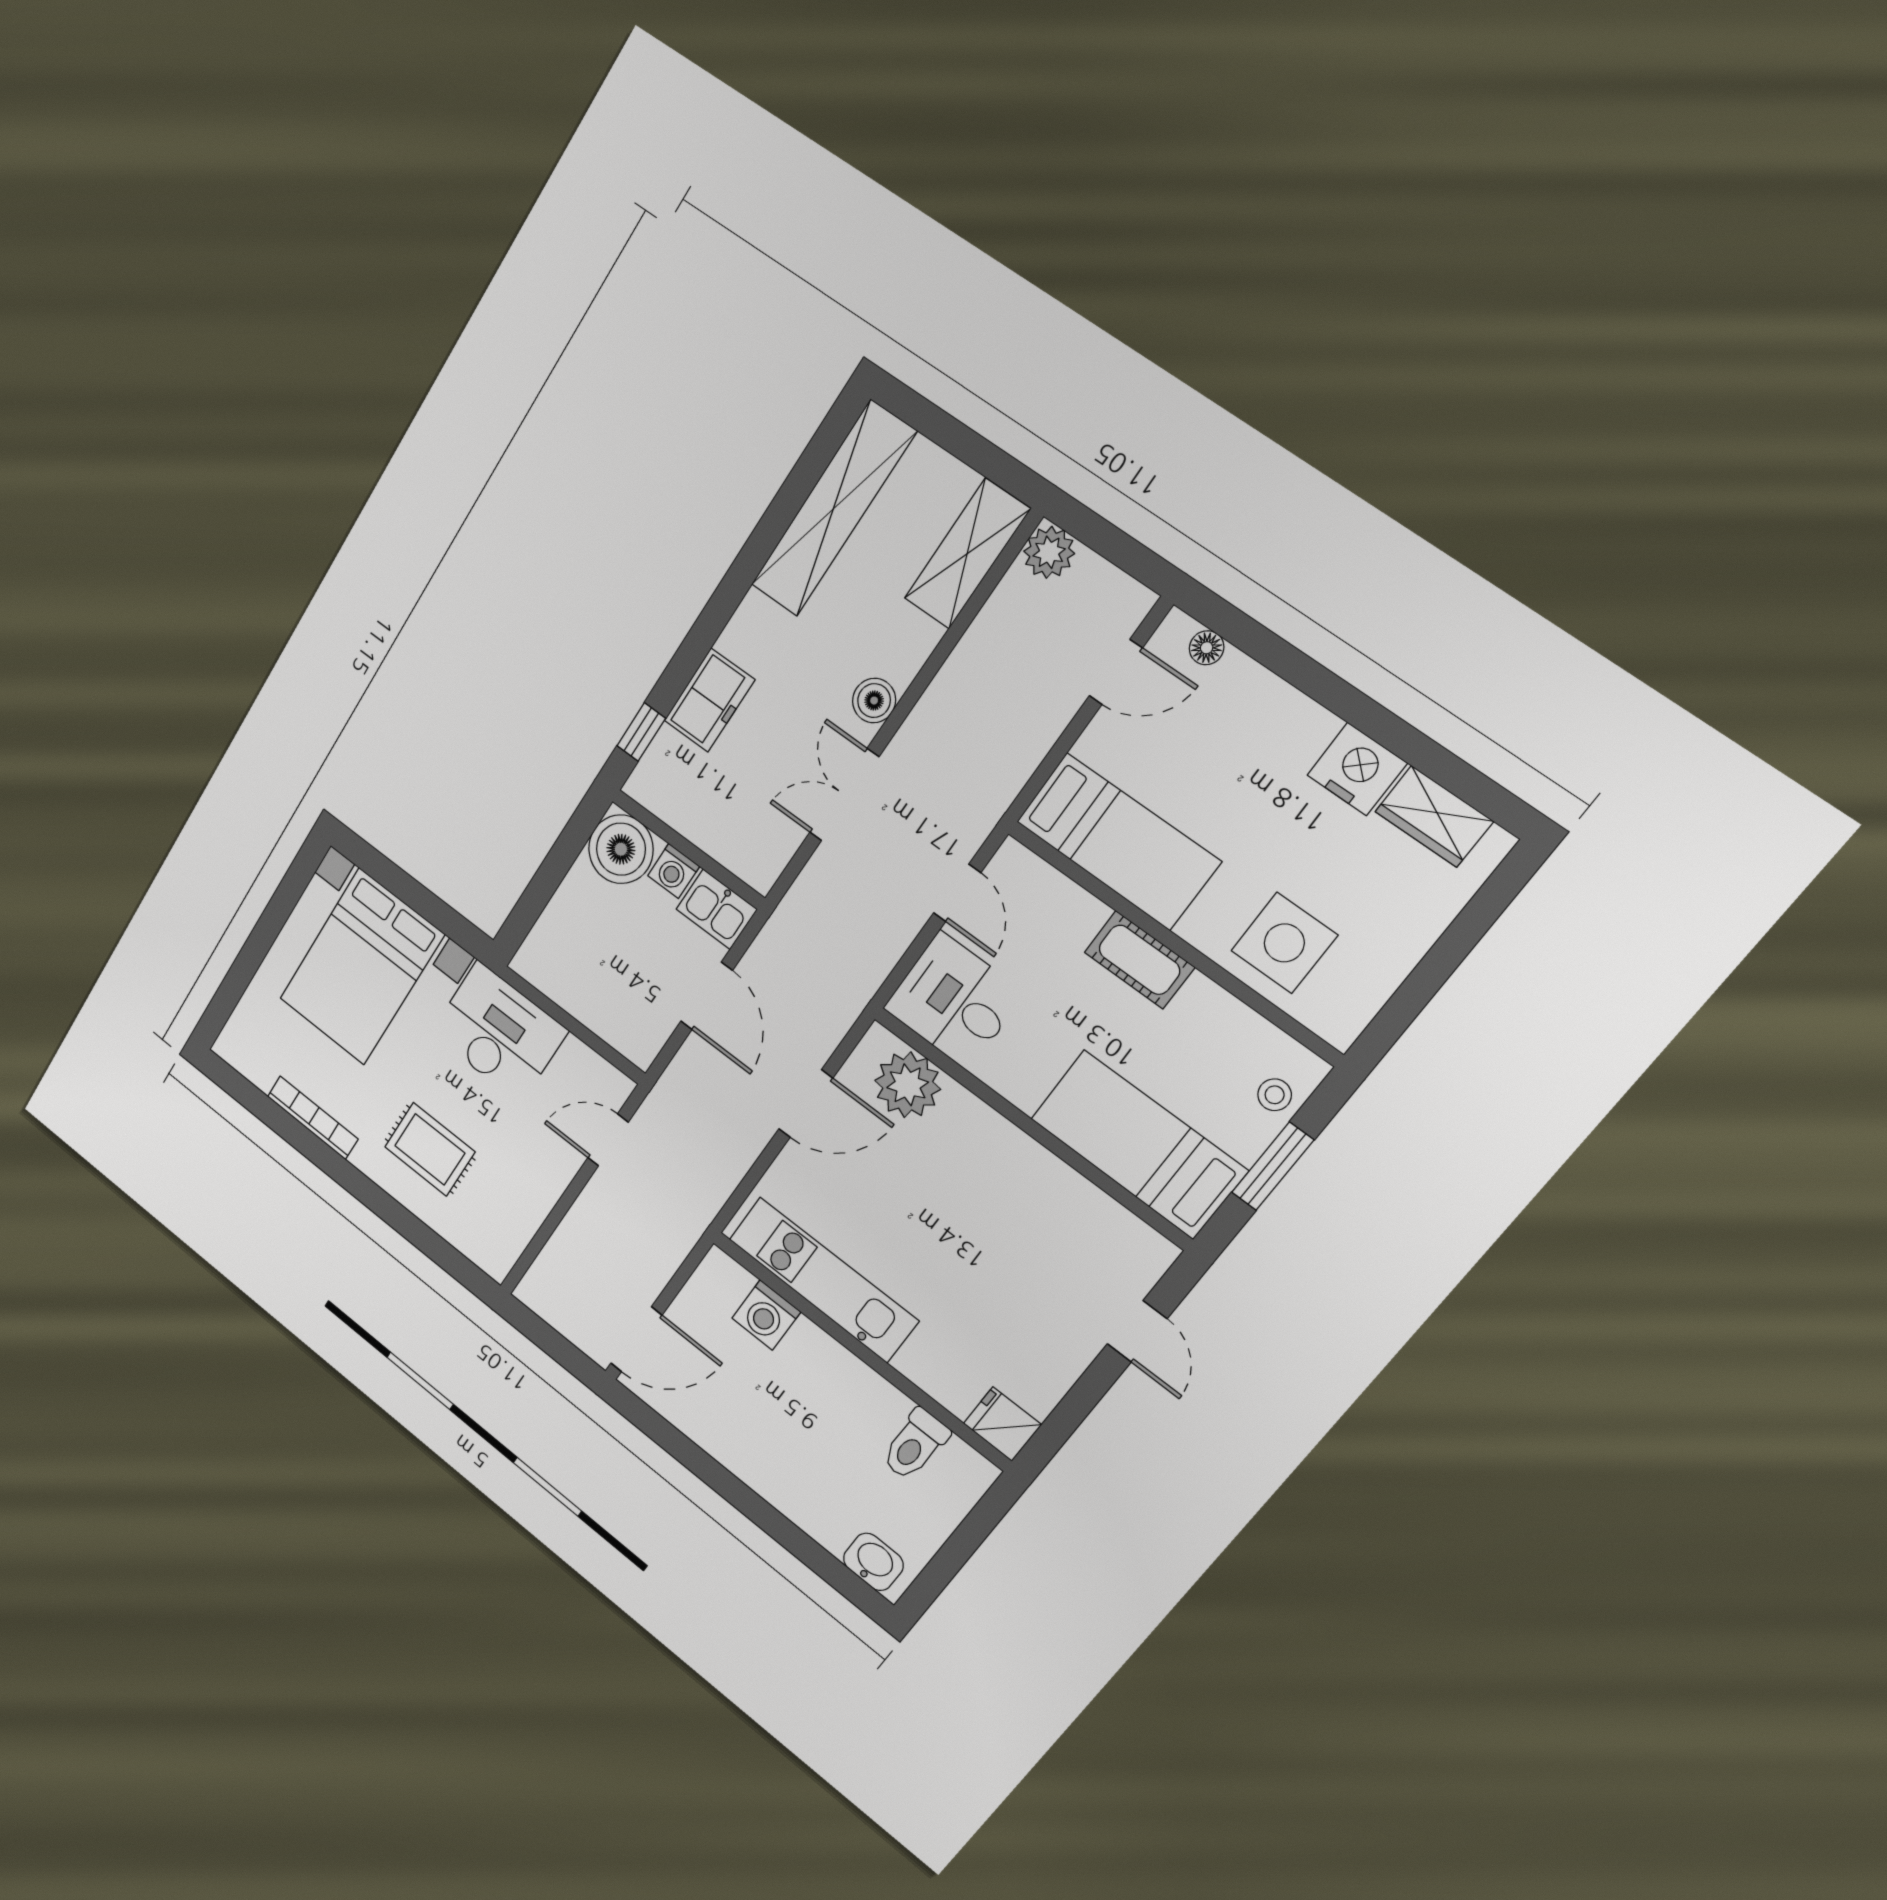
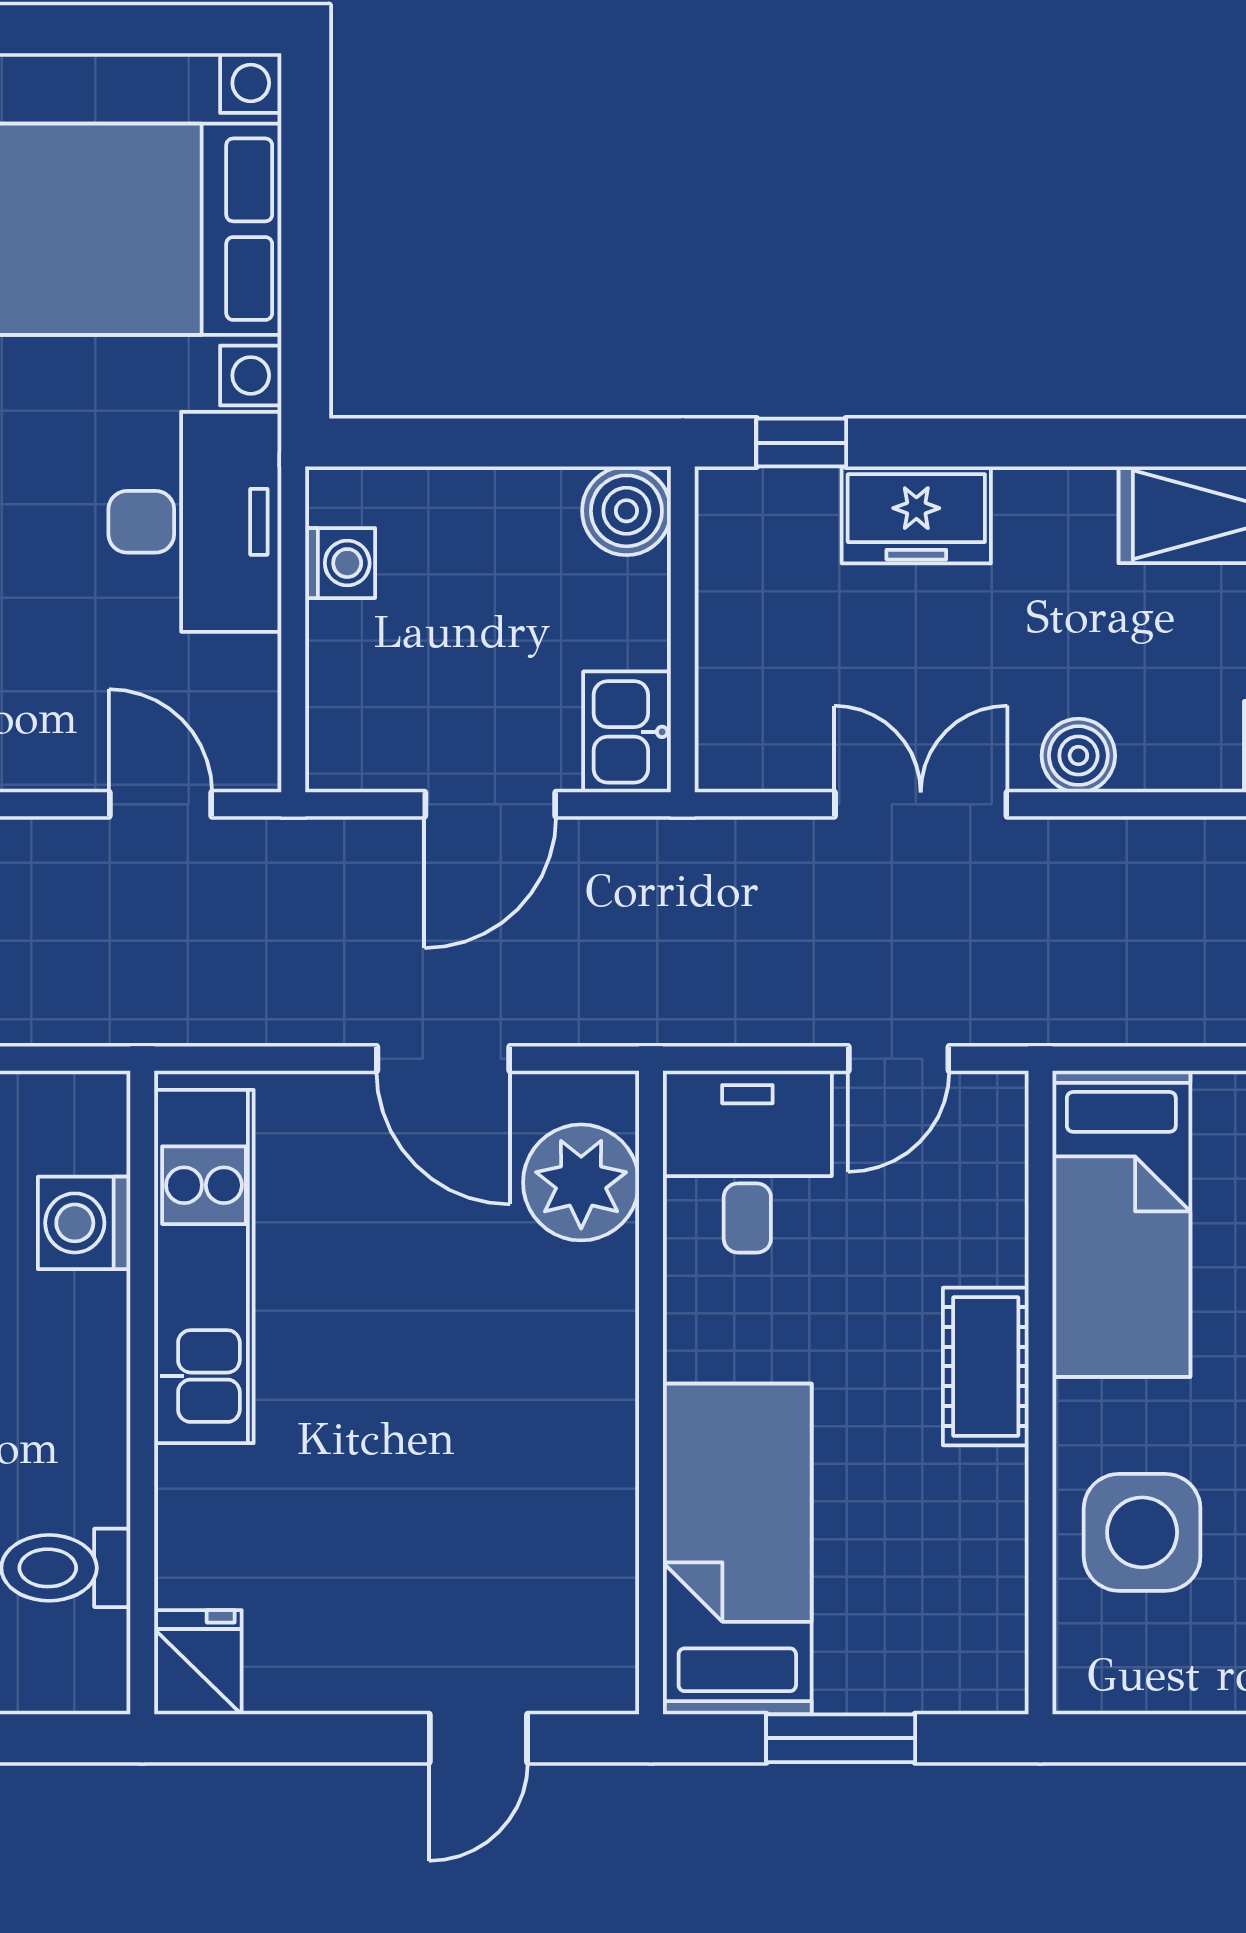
boiler: (621, 849) -> (626, 511), width x0.73, depth x0.73
washing machine: (674, 871) -> (340, 563), moved, turned 180
stool: (1275, 1095) -> (936, 1669), removed

